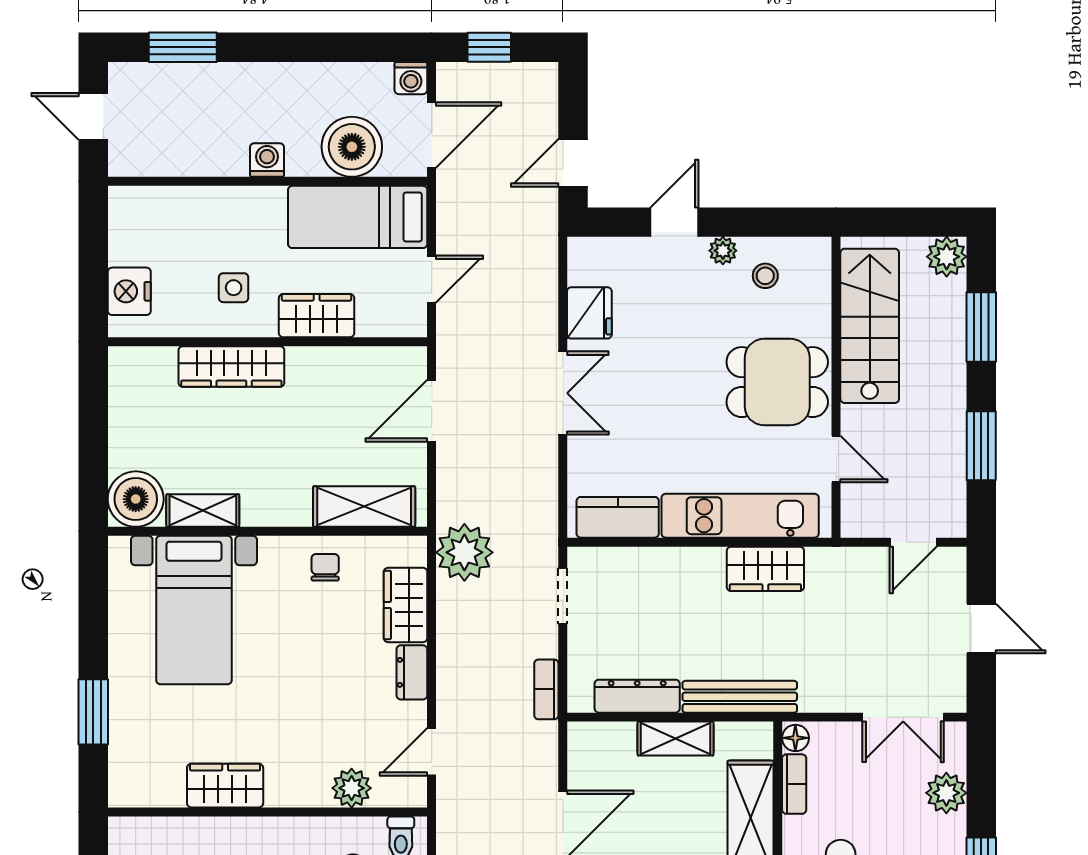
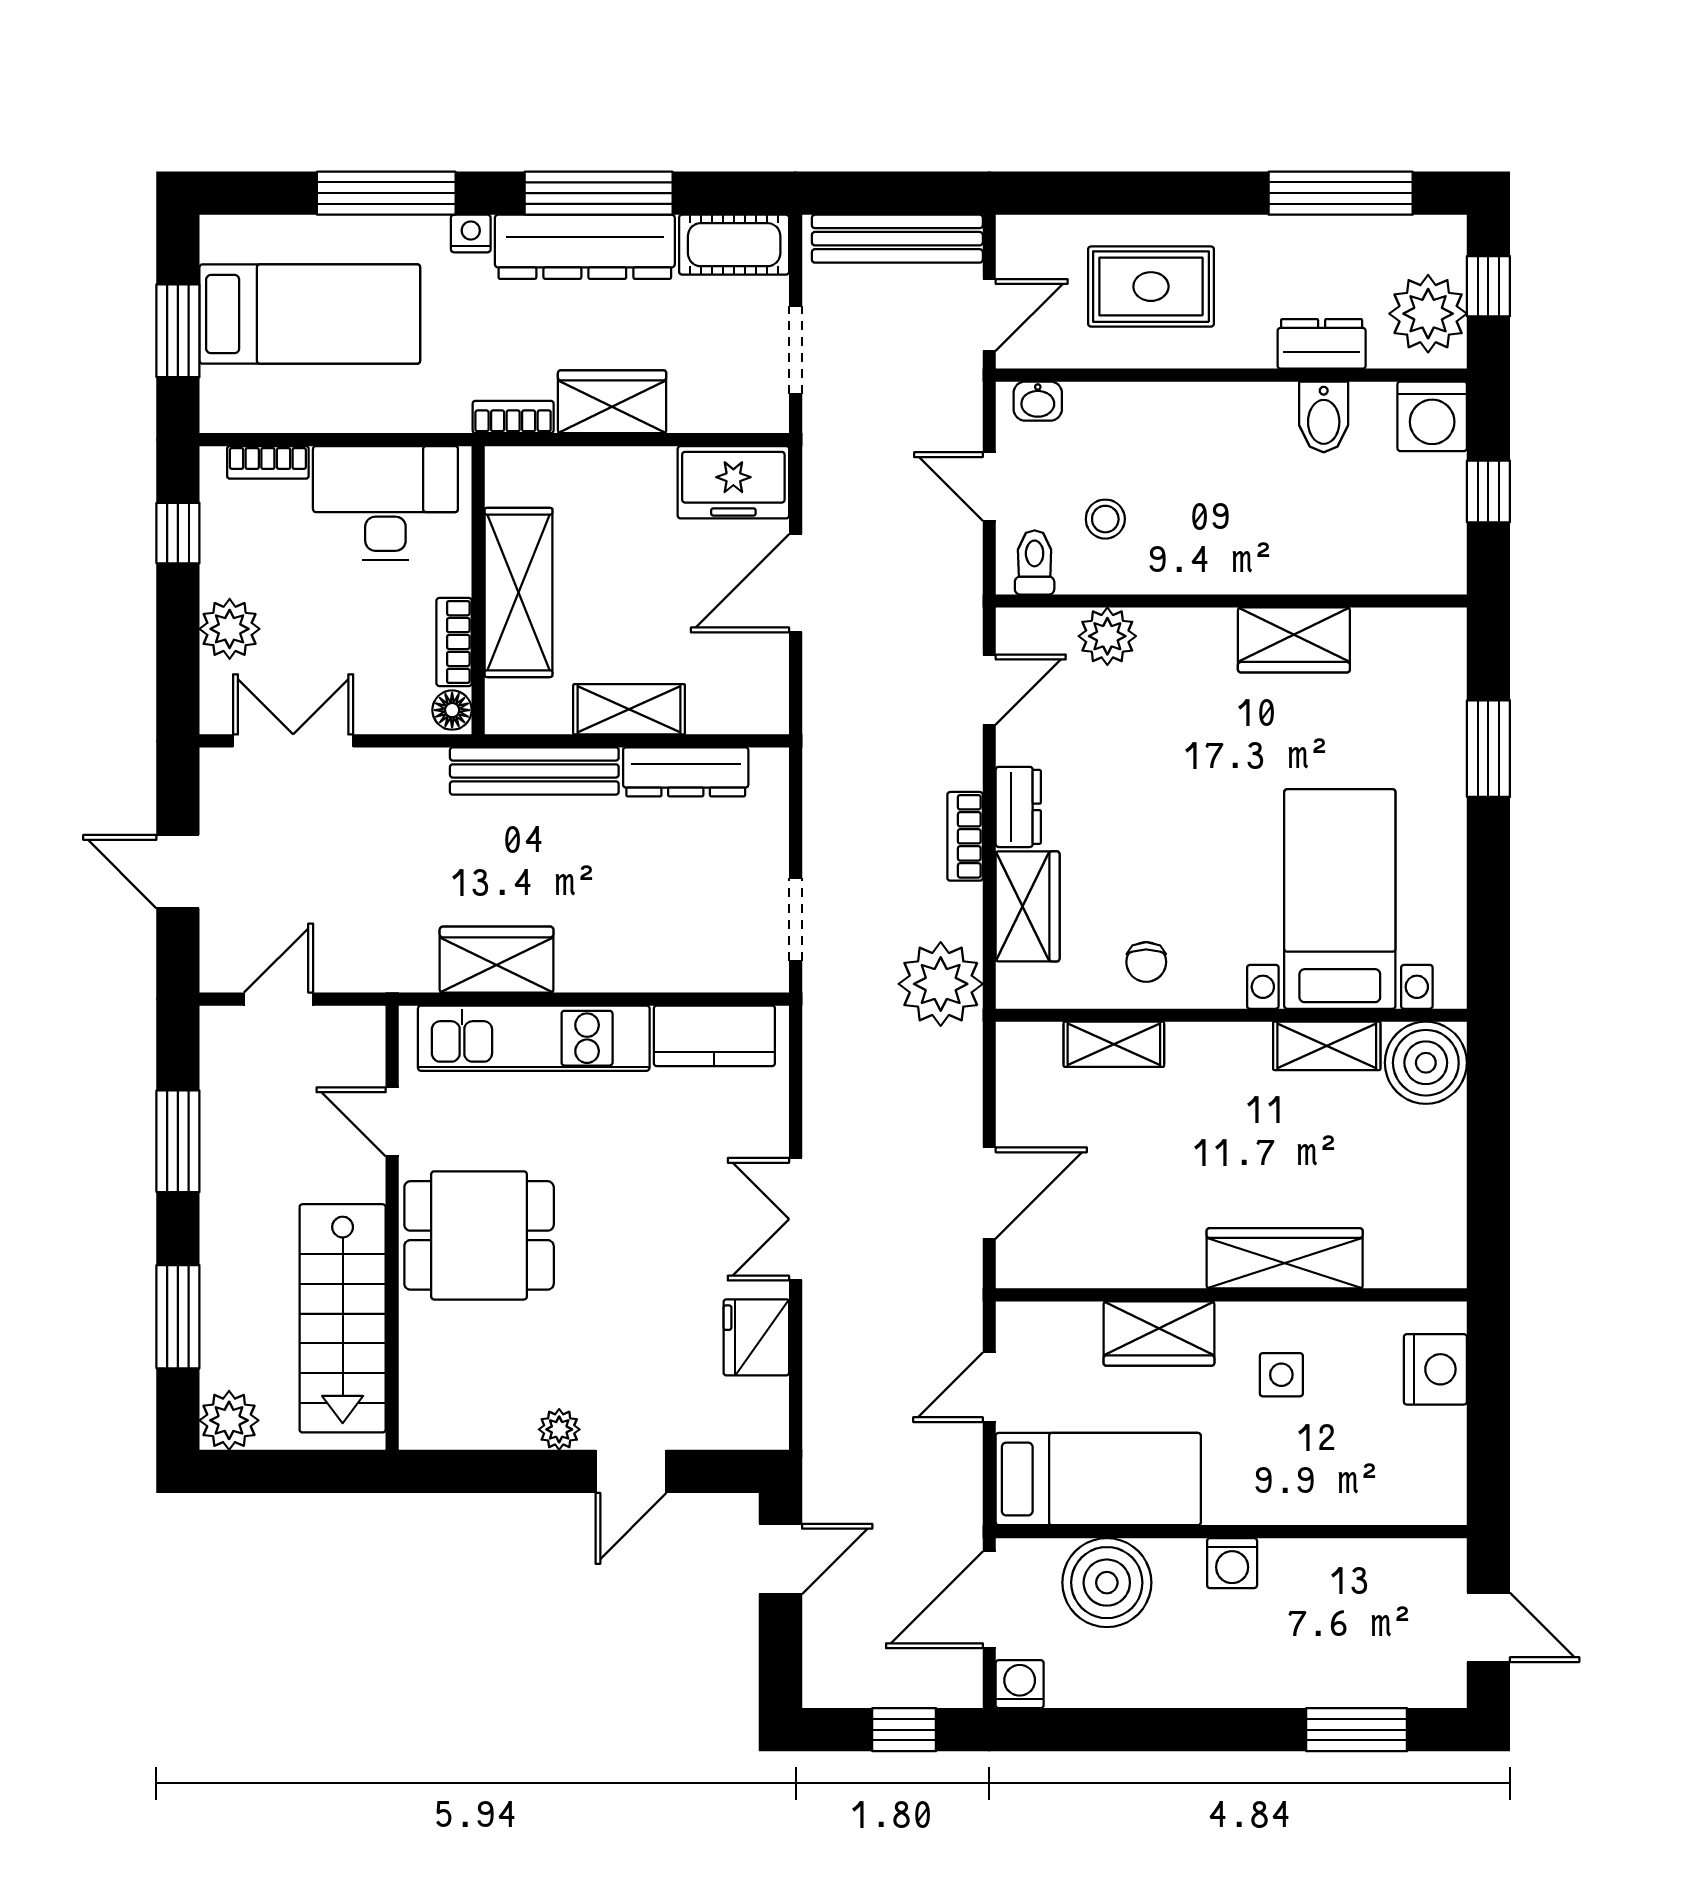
stool: (765, 276) -> (497, 1392), removed
shelving: (364, 506) -> (1114, 1044), width x0.67, depth x0.75
bookcase: (546, 689) -> (965, 836), moved, turned 180

